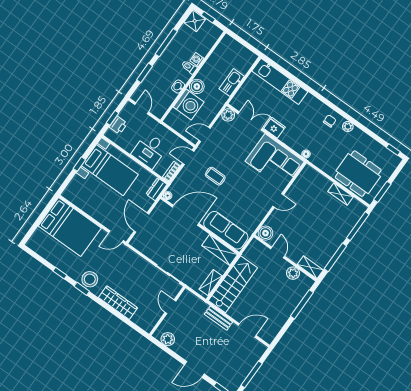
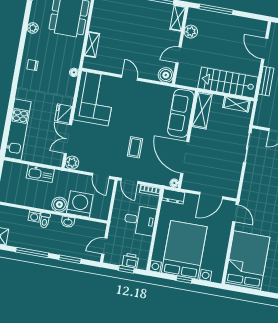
plant: (348, 127) -> (33, 28), moved
bed with nightstands: (110, 170) -> (184, 250), width x1.36
shelving: (341, 194) -> (92, 45), moved

